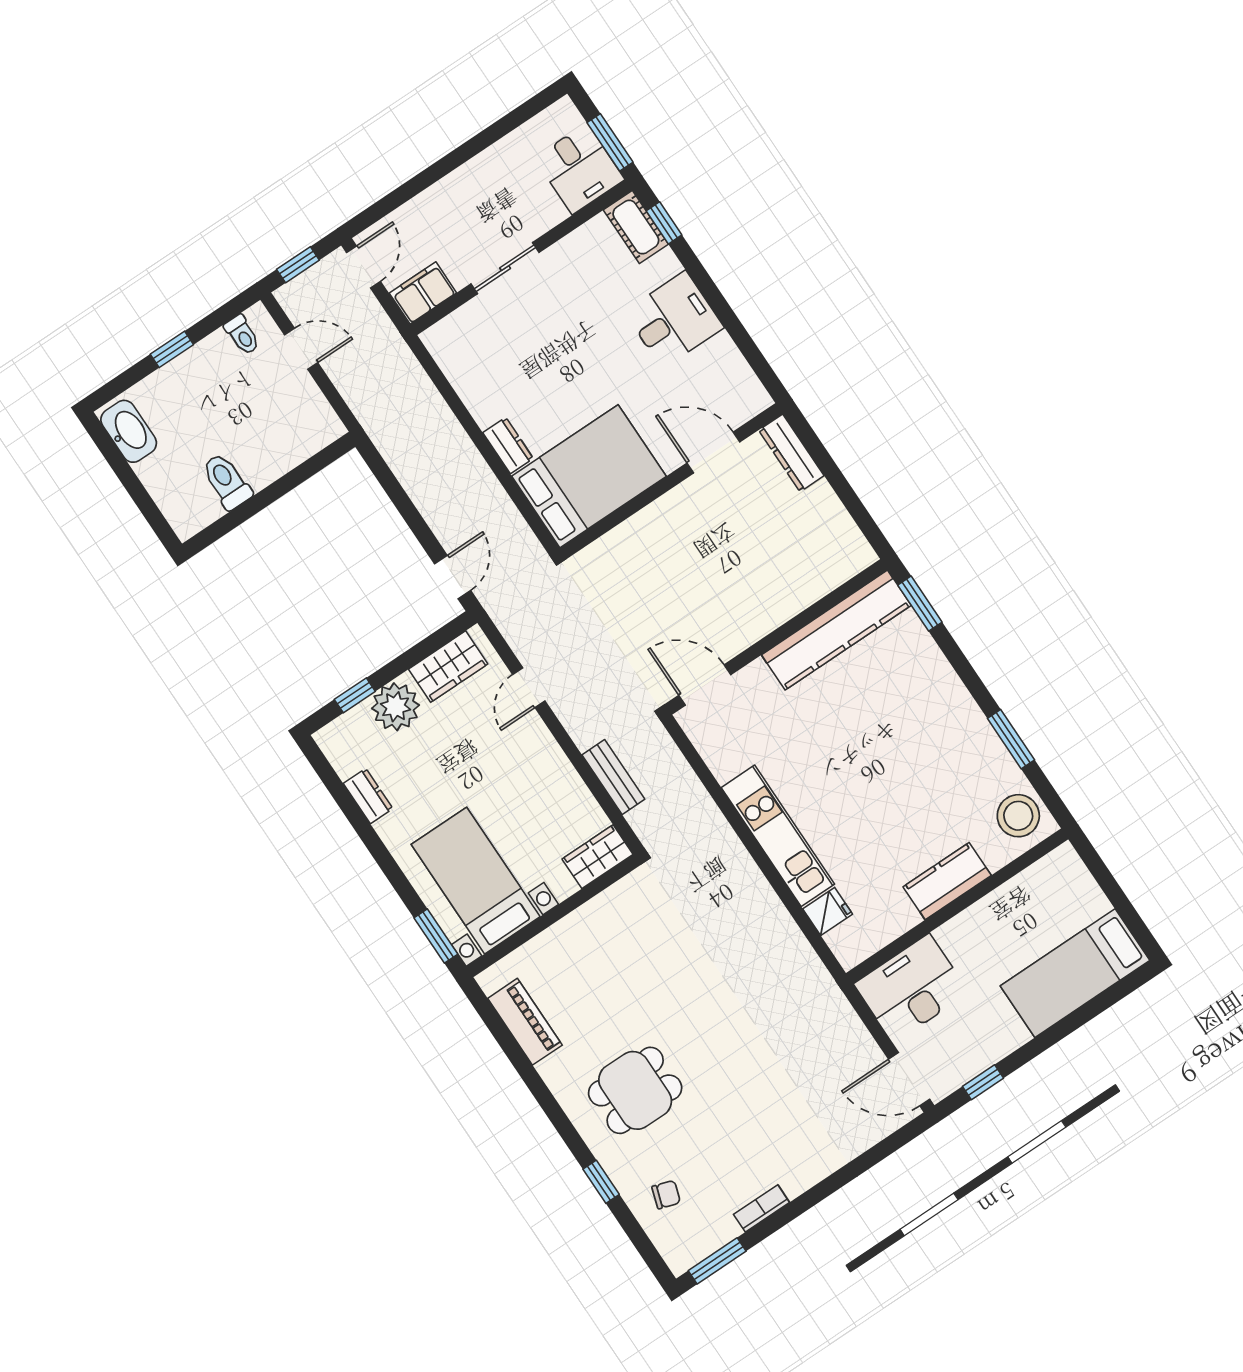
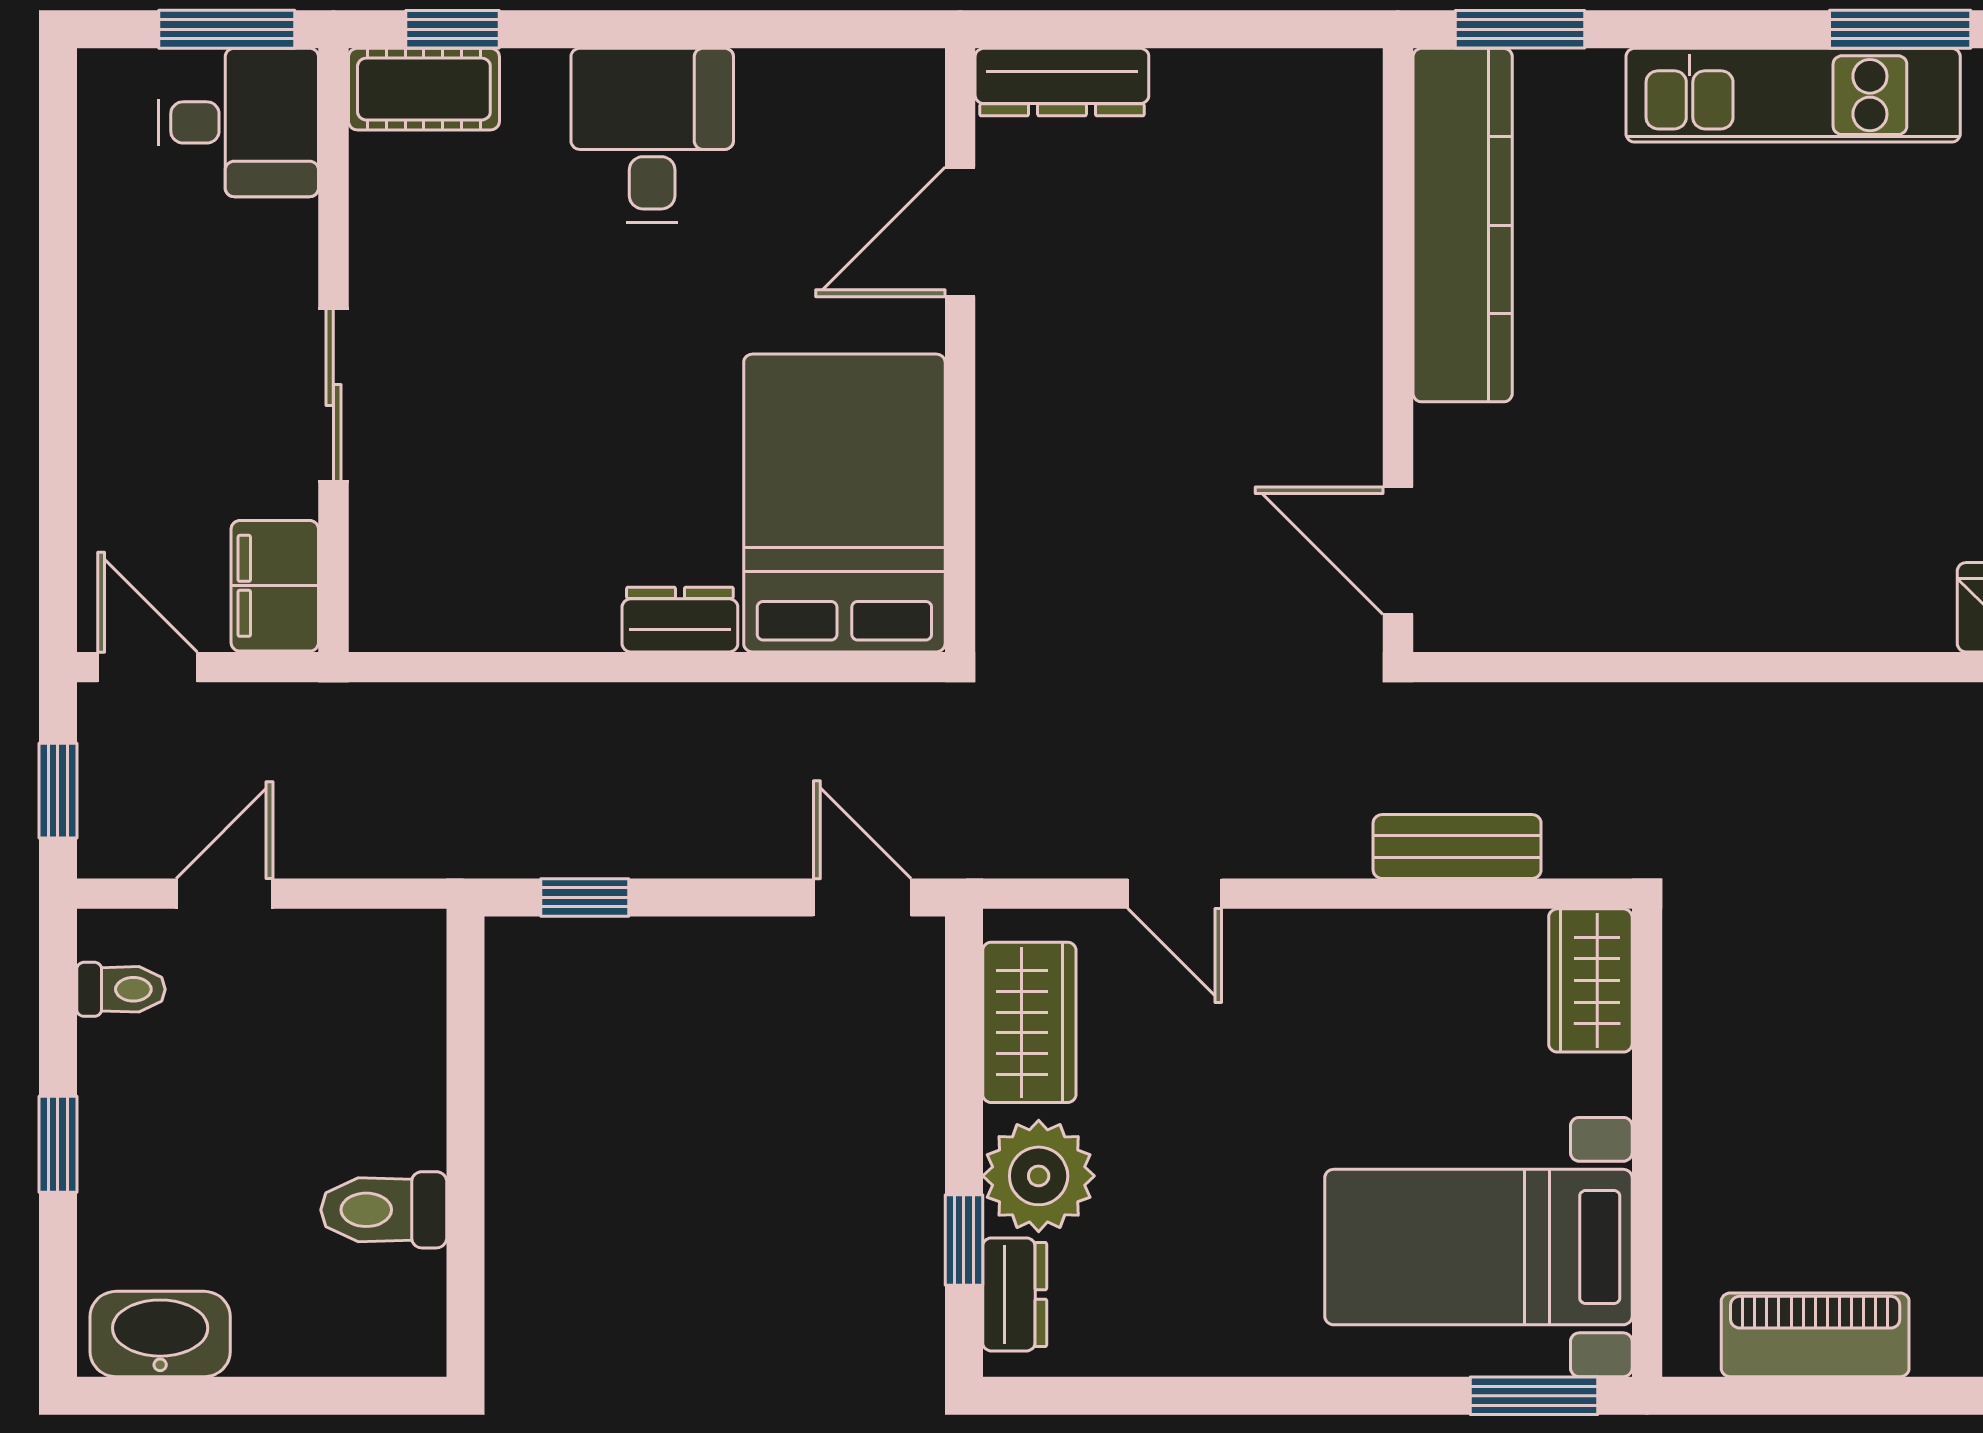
window: (386, 478) -> (585, 897), added
door: (705, 685) -> (1398, 551), hinge flipped
dresser: (368, 796) -> (1015, 1294), moved, turned 90
kitchen unit: (778, 836) -> (1793, 95), moved, turned 180

